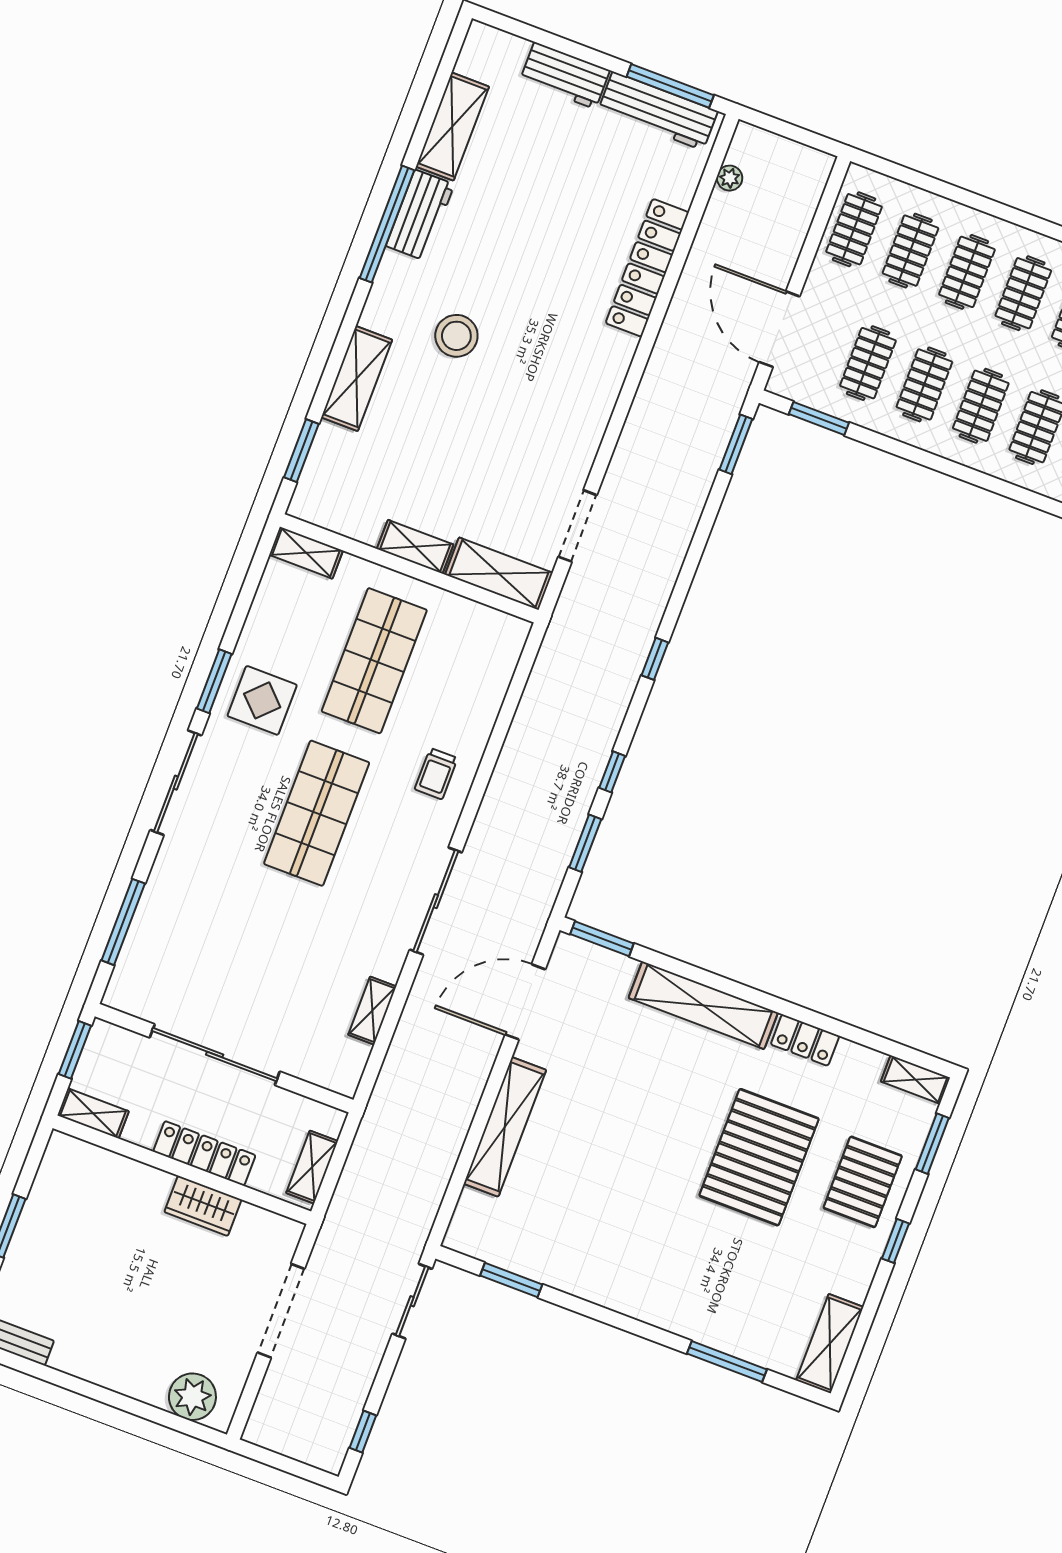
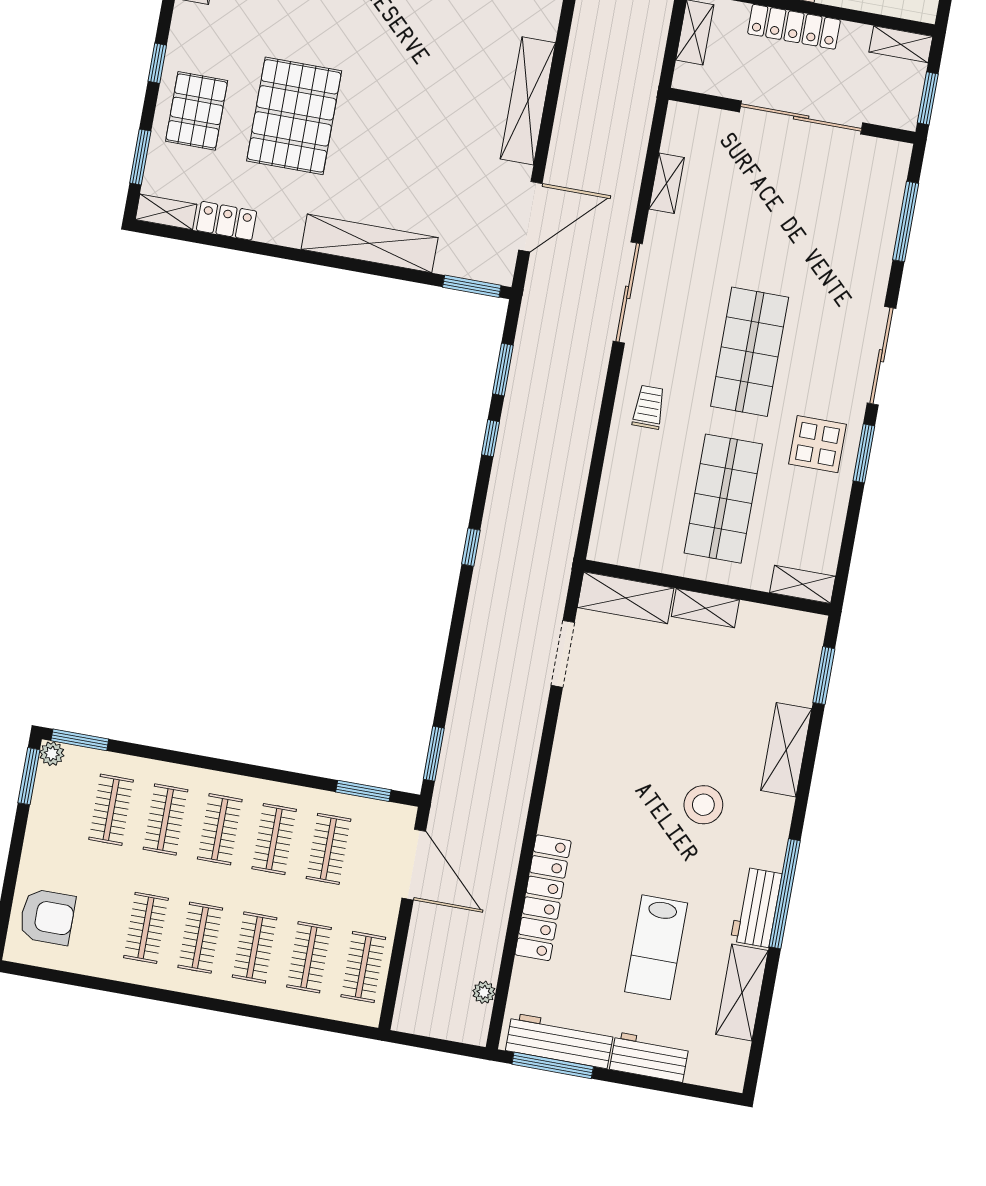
lab bench: (536, 192) -> (656, 947), added
locker: (805, 1040) -> (227, 221), moved

